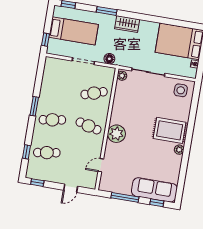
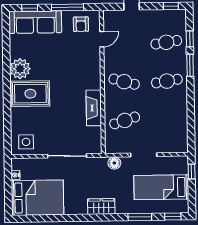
window: (107, 11) -> (140, 217), moved
plant: (122, 76) -> (96, 146), removed
window: (34, 106) -> (190, 65), moved
fireplace: (118, 108) -> (94, 108), added
plant: (116, 134) -> (90, 79), removed
plant: (179, 150) -> (20, 69), width x1.87, depth x1.87
armchair: (116, 181) -> (81, 24), added

